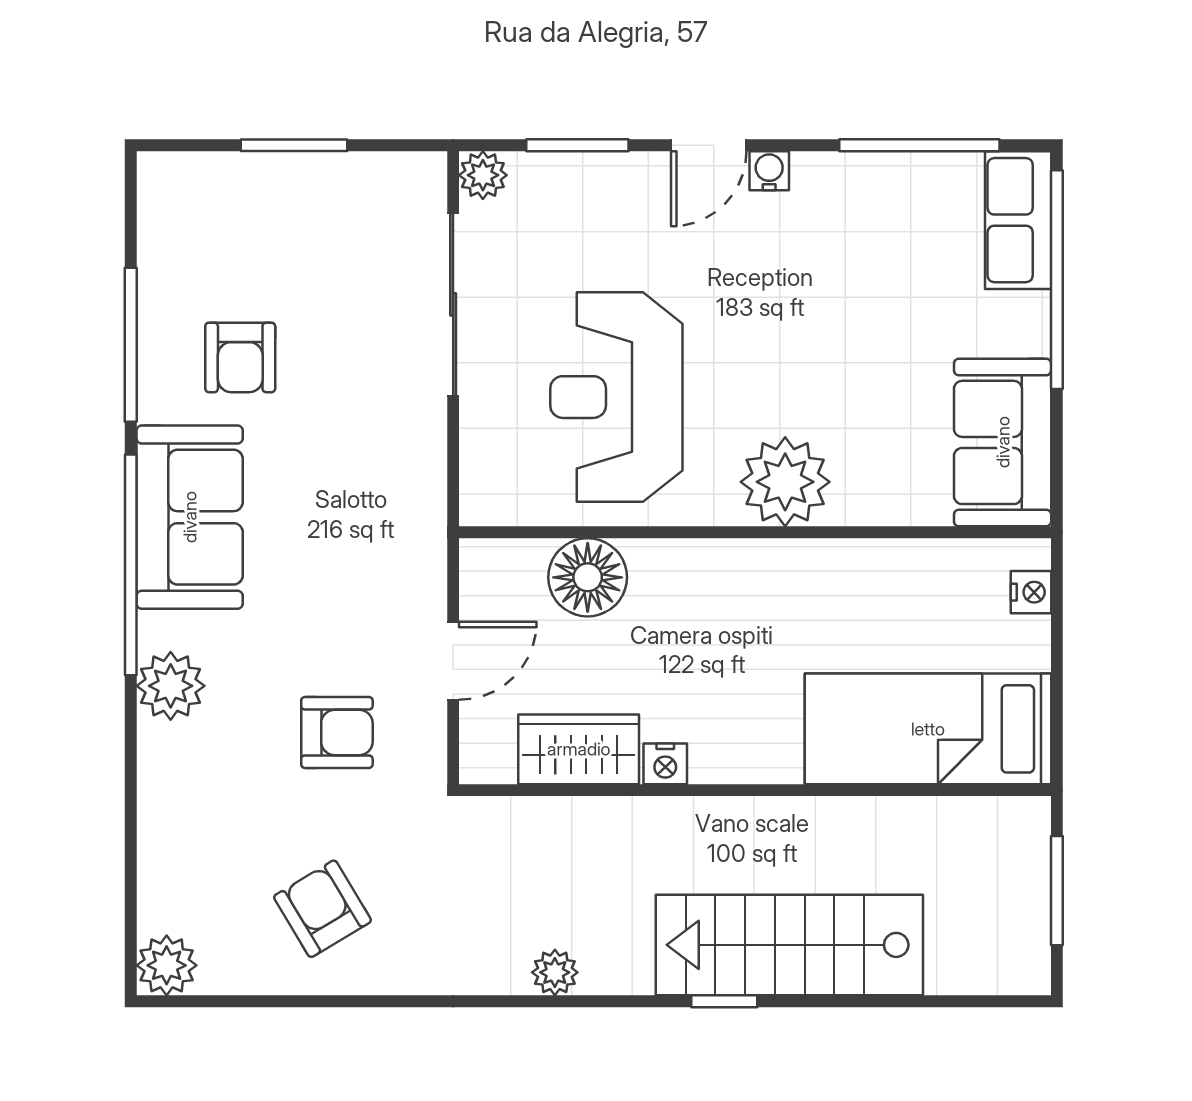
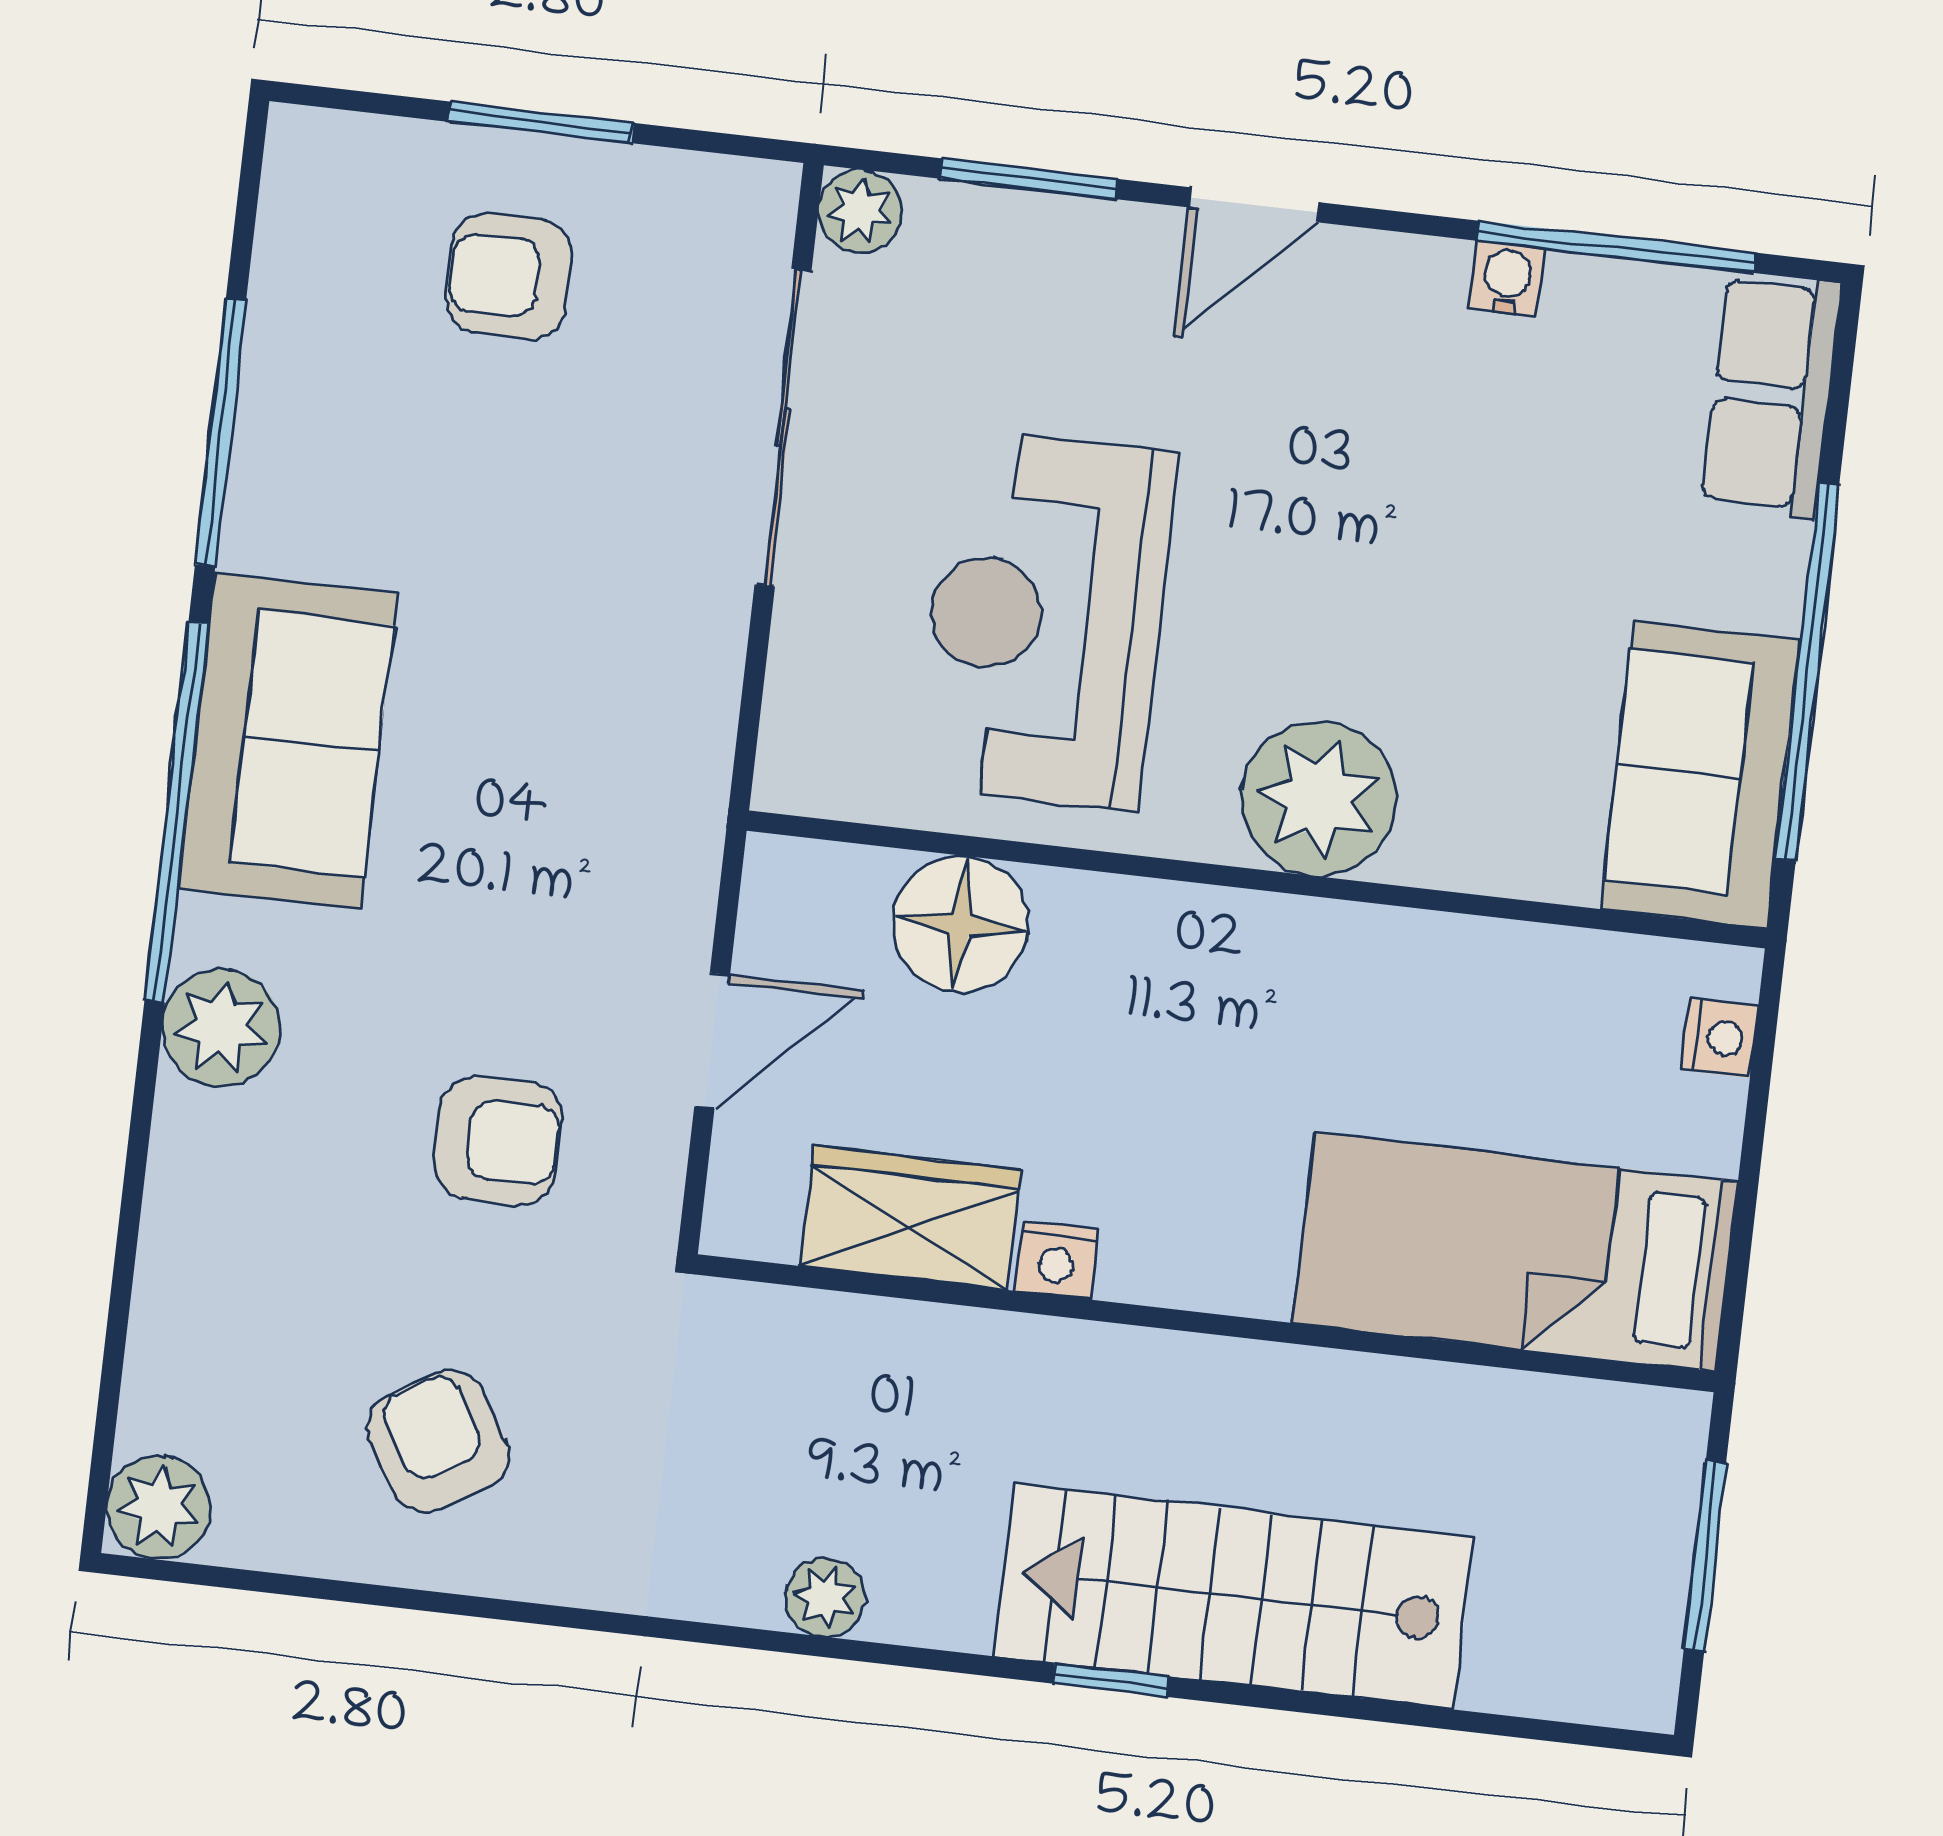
water cooler: (769, 171) -> (1507, 279), moved
window: (1057, 280) -> (1807, 672), moved
armchair: (240, 357) -> (509, 276), moved, turned 90

